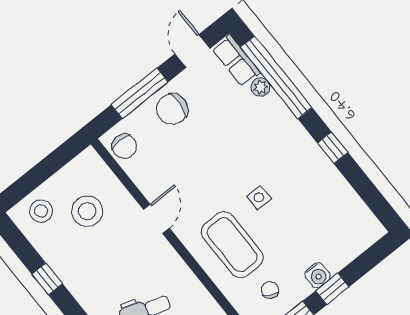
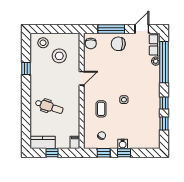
window: (361, 183) -> (164, 124), added
coffee table: (232, 245) -> (101, 109), width x0.54, depth x0.58

